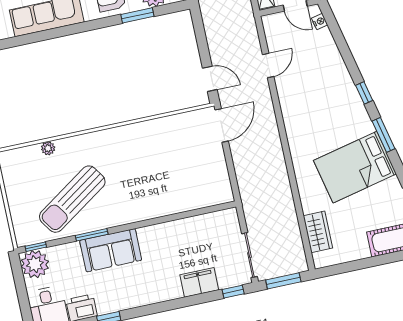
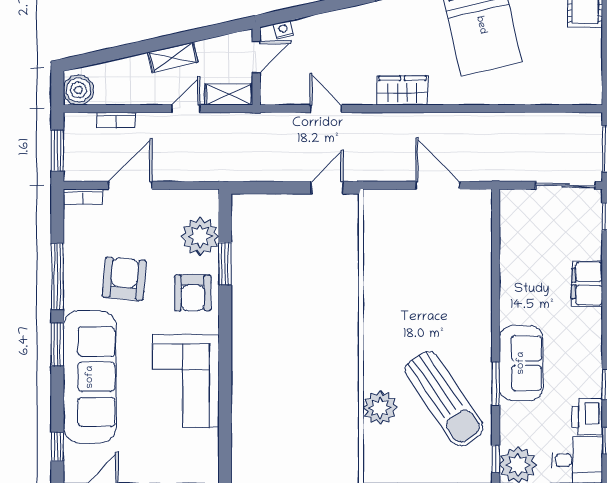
door: (222, 125) -> (438, 185), moved
plant: (48, 148) -> (380, 408), width x1.88, depth x1.88
wardrobe: (318, 232) -> (403, 90), moved
filing cabinet: (199, 282) -> (587, 284), moved

